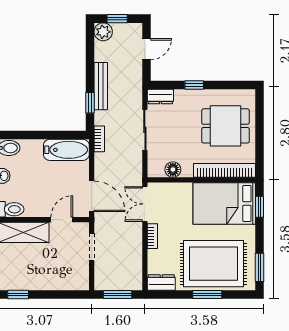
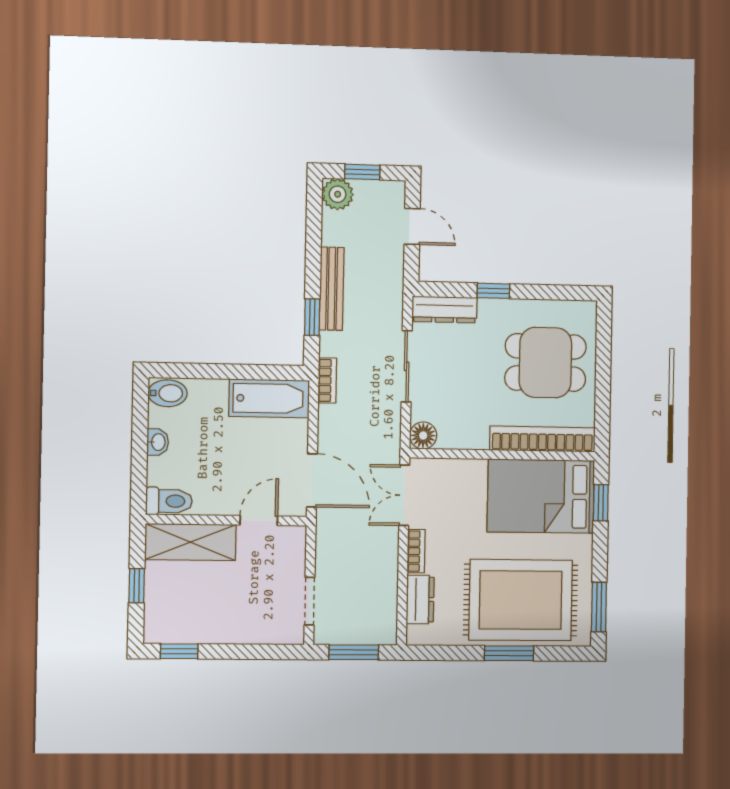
door: (146, 49) -> (412, 226), hinge flipped
dresser: (160, 97) -> (444, 309), width x1.44
floor lamp: (173, 169) -> (423, 436), moved
doorway: (92, 247) -> (310, 601), moved
dresser: (161, 282) -> (420, 599), moved, turned 90

